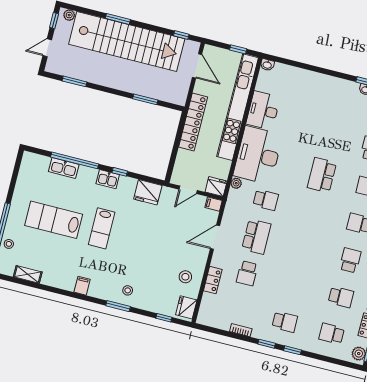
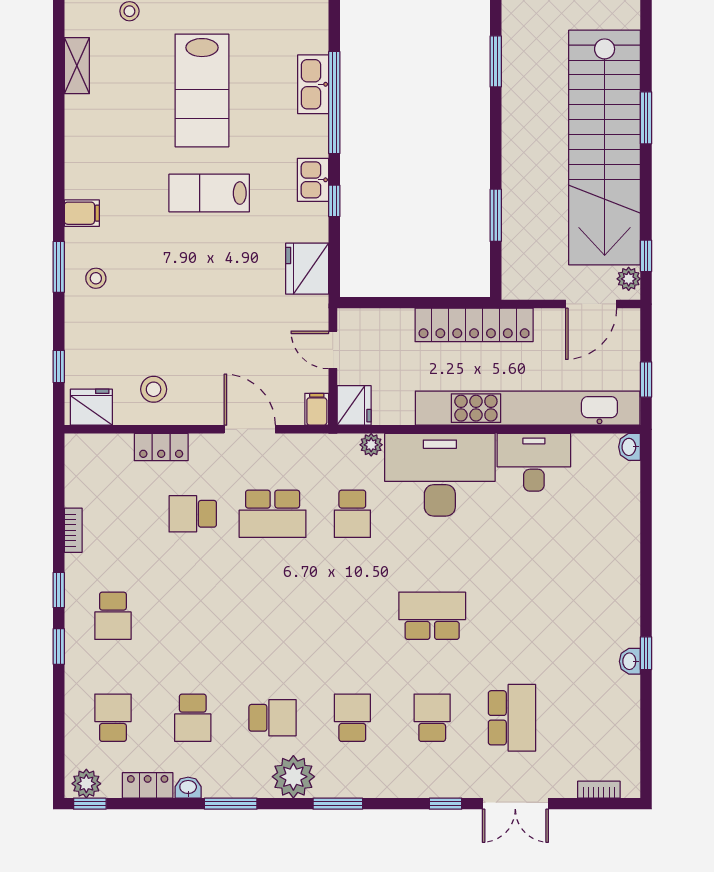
plant: (69, 15) -> (629, 279), moved
lab bench: (54, 220) -> (202, 90), turned 180
filing cabinet: (82, 286) -> (82, 213), moved

